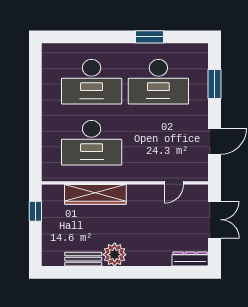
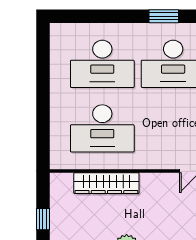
window: (35, 211) -> (43, 219), moved

